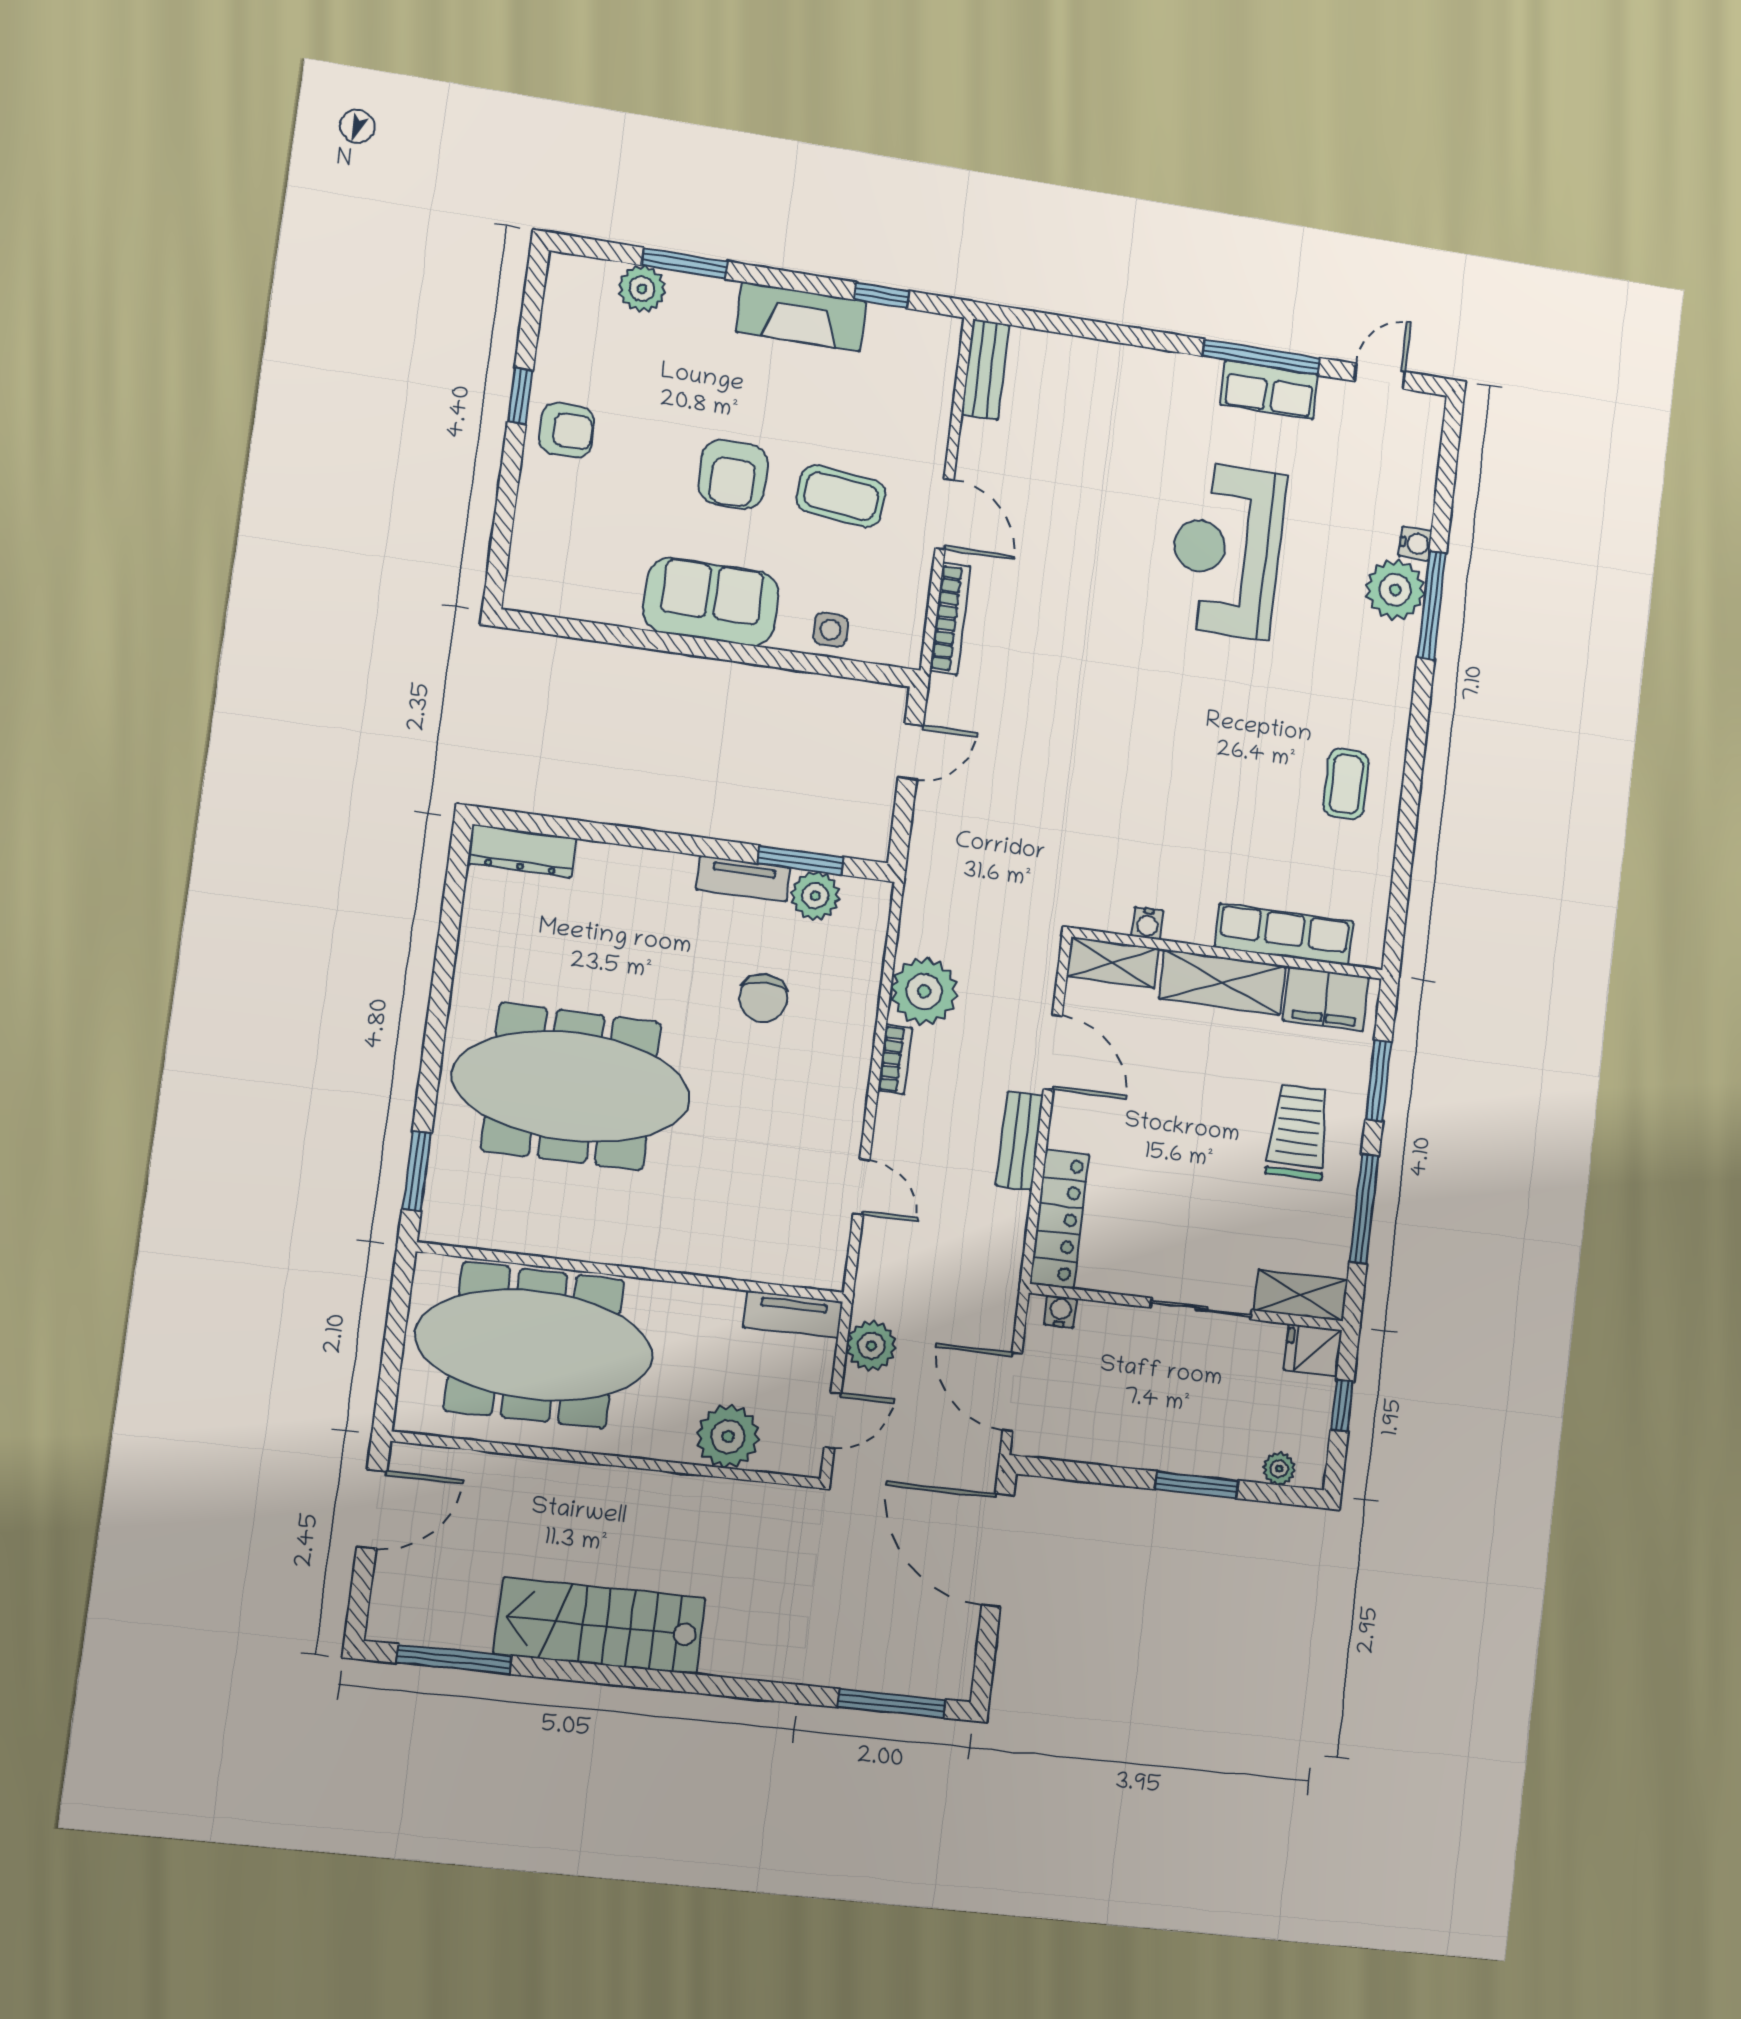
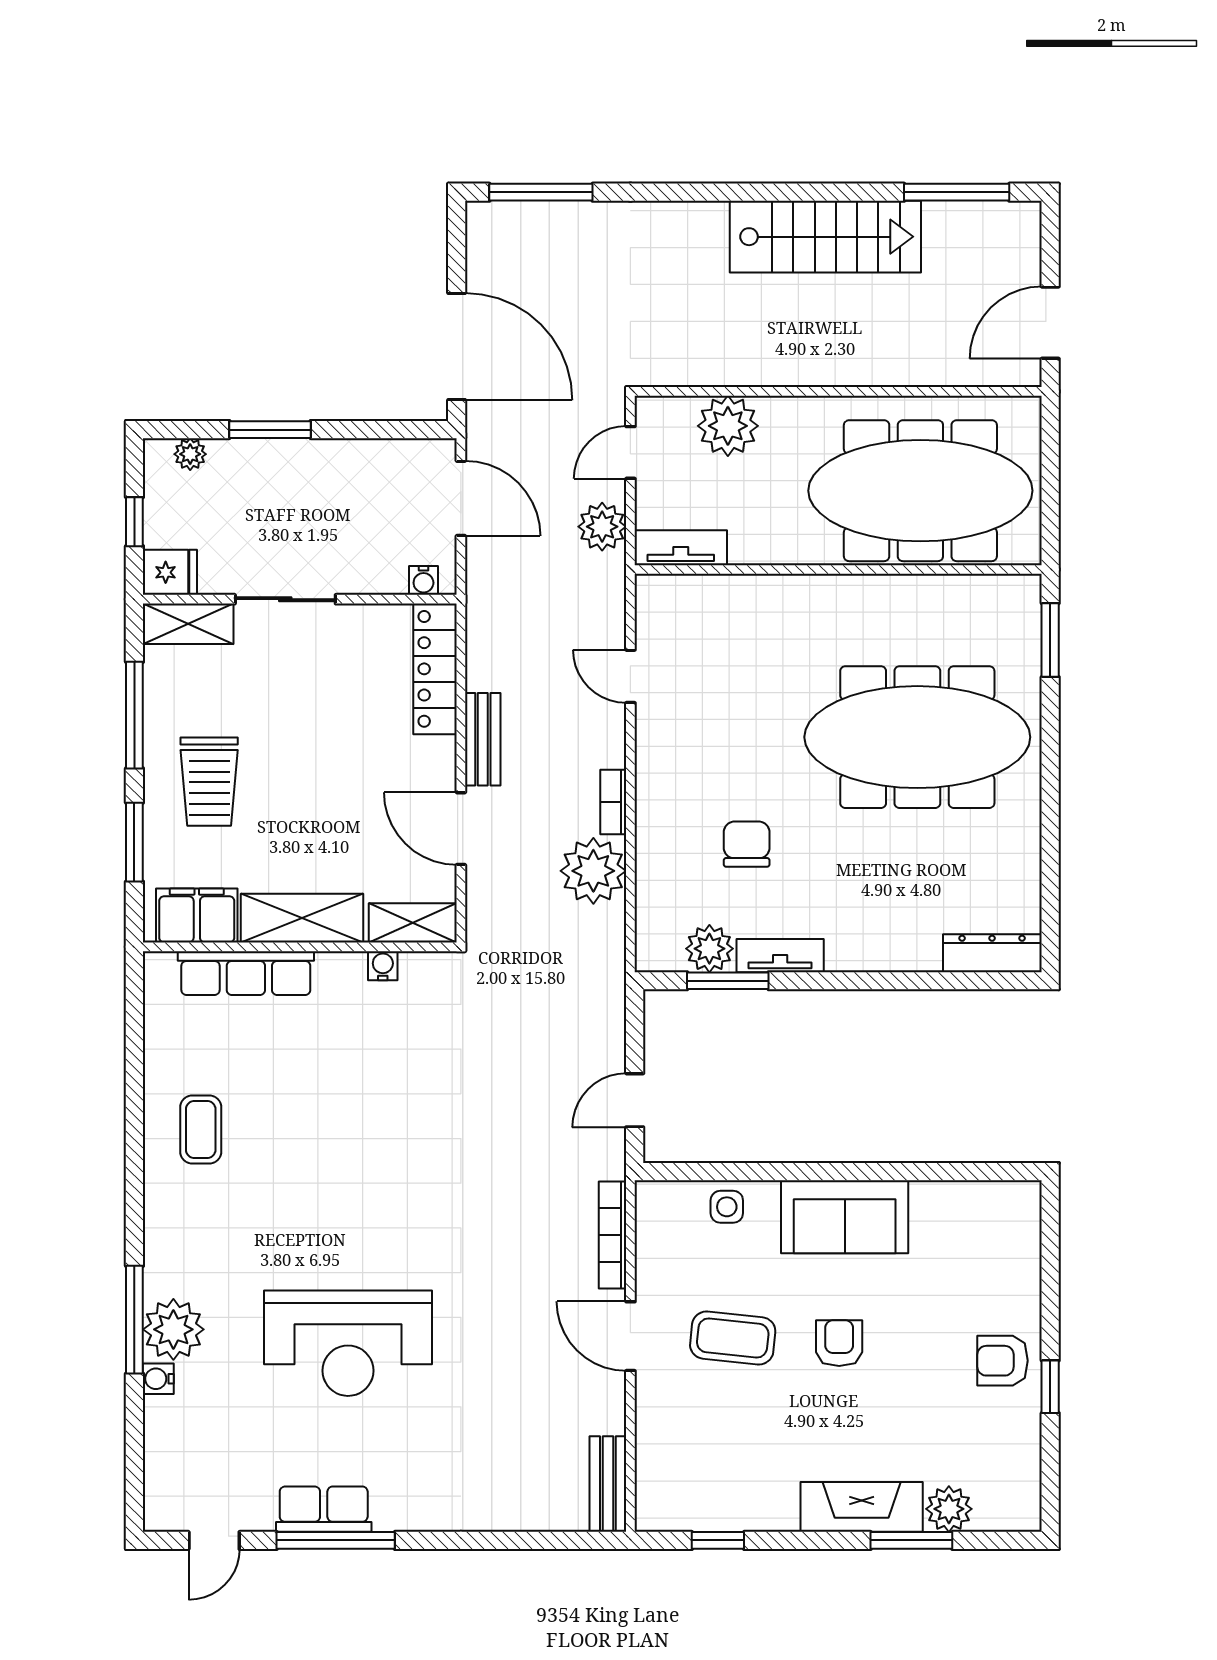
fireplace: (801, 317) -> (862, 1507), moved
armchair: (733, 474) -> (839, 1343), width x0.72, depth x0.72
reception desk: (1226, 550) -> (348, 1343), turned 90

